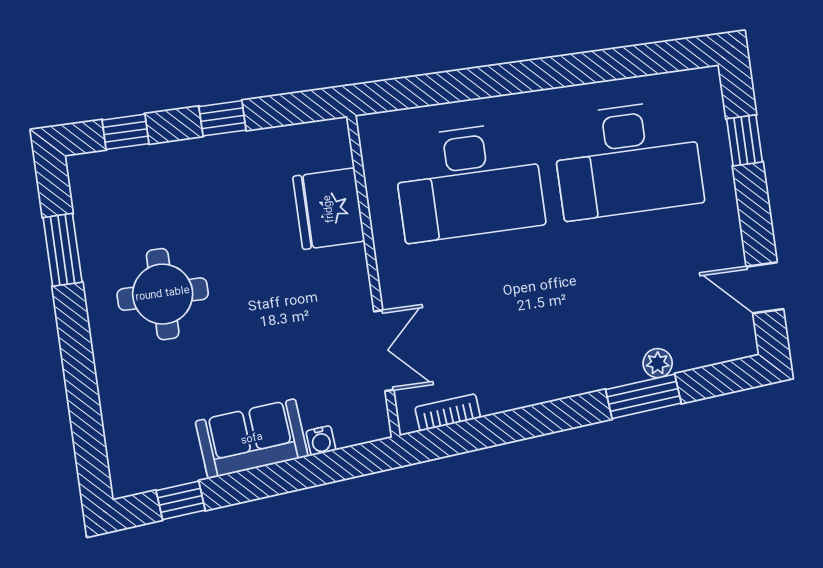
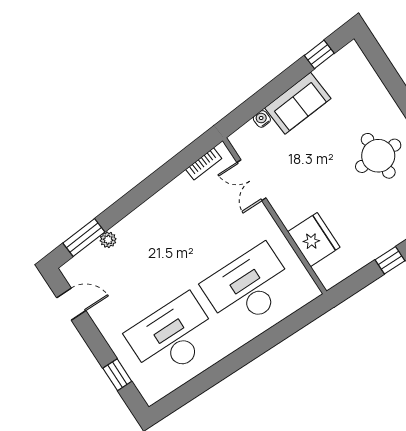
window: (643, 396) -> (84, 237), moved

